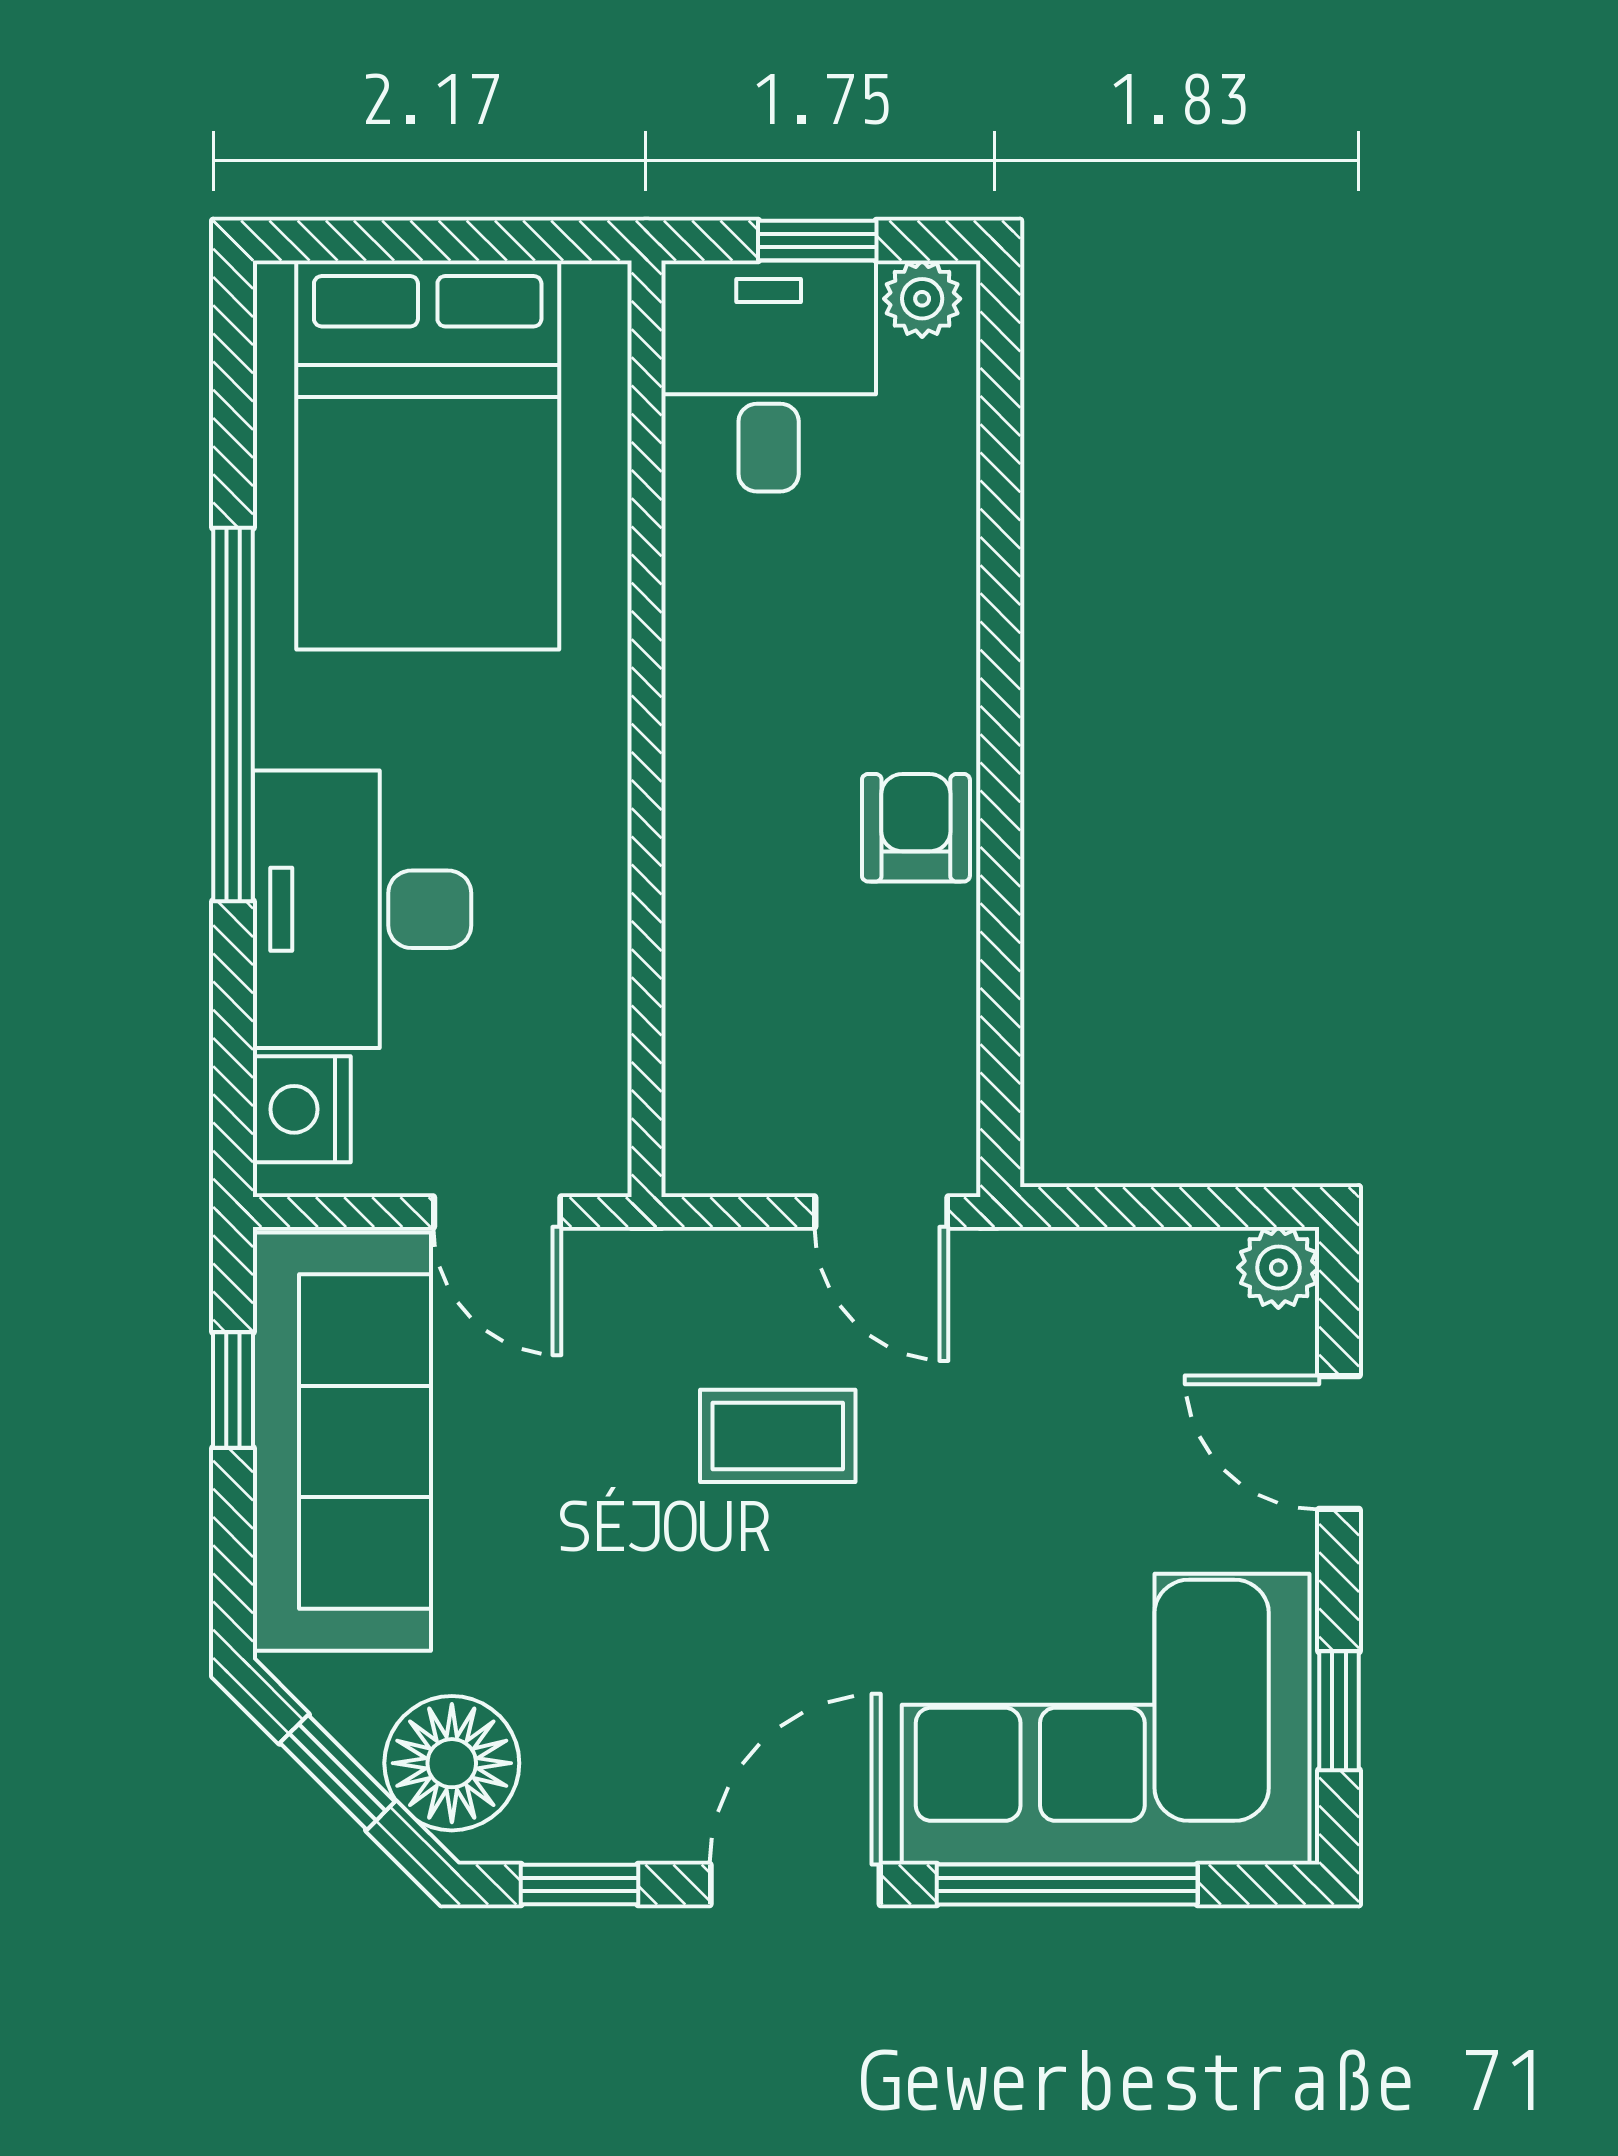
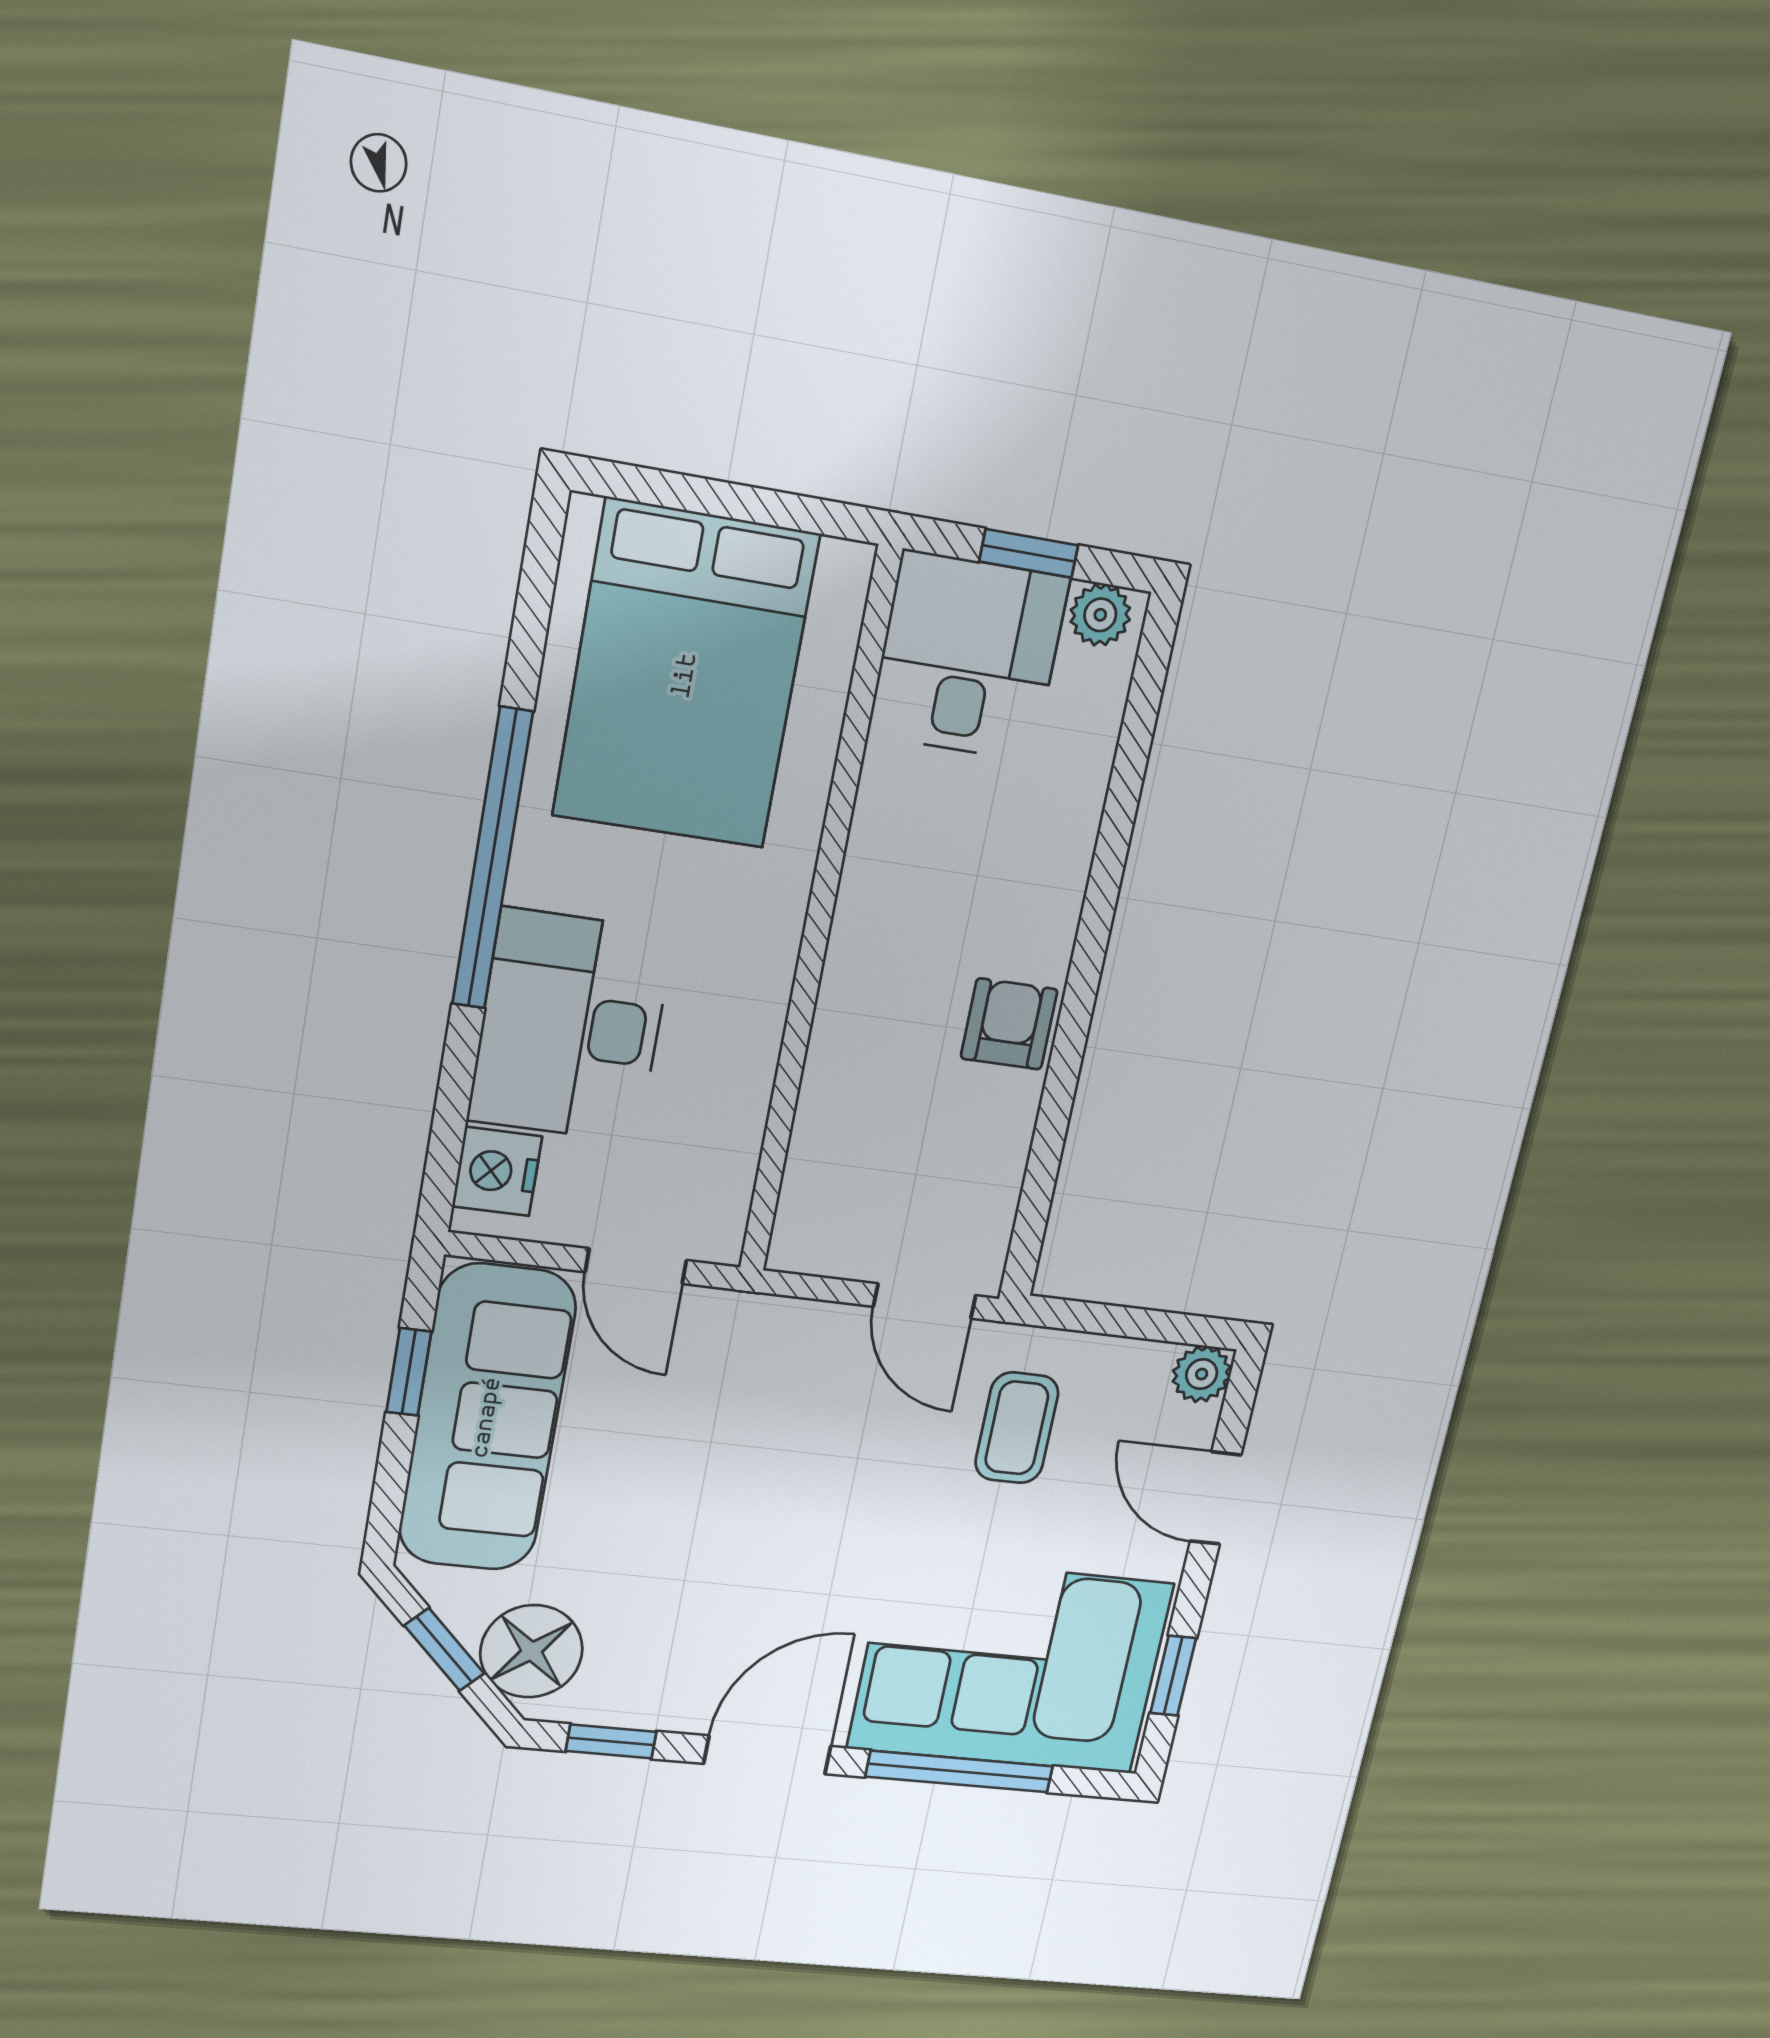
coffee table: (778, 1436) -> (1017, 1428), moved, turned 90

